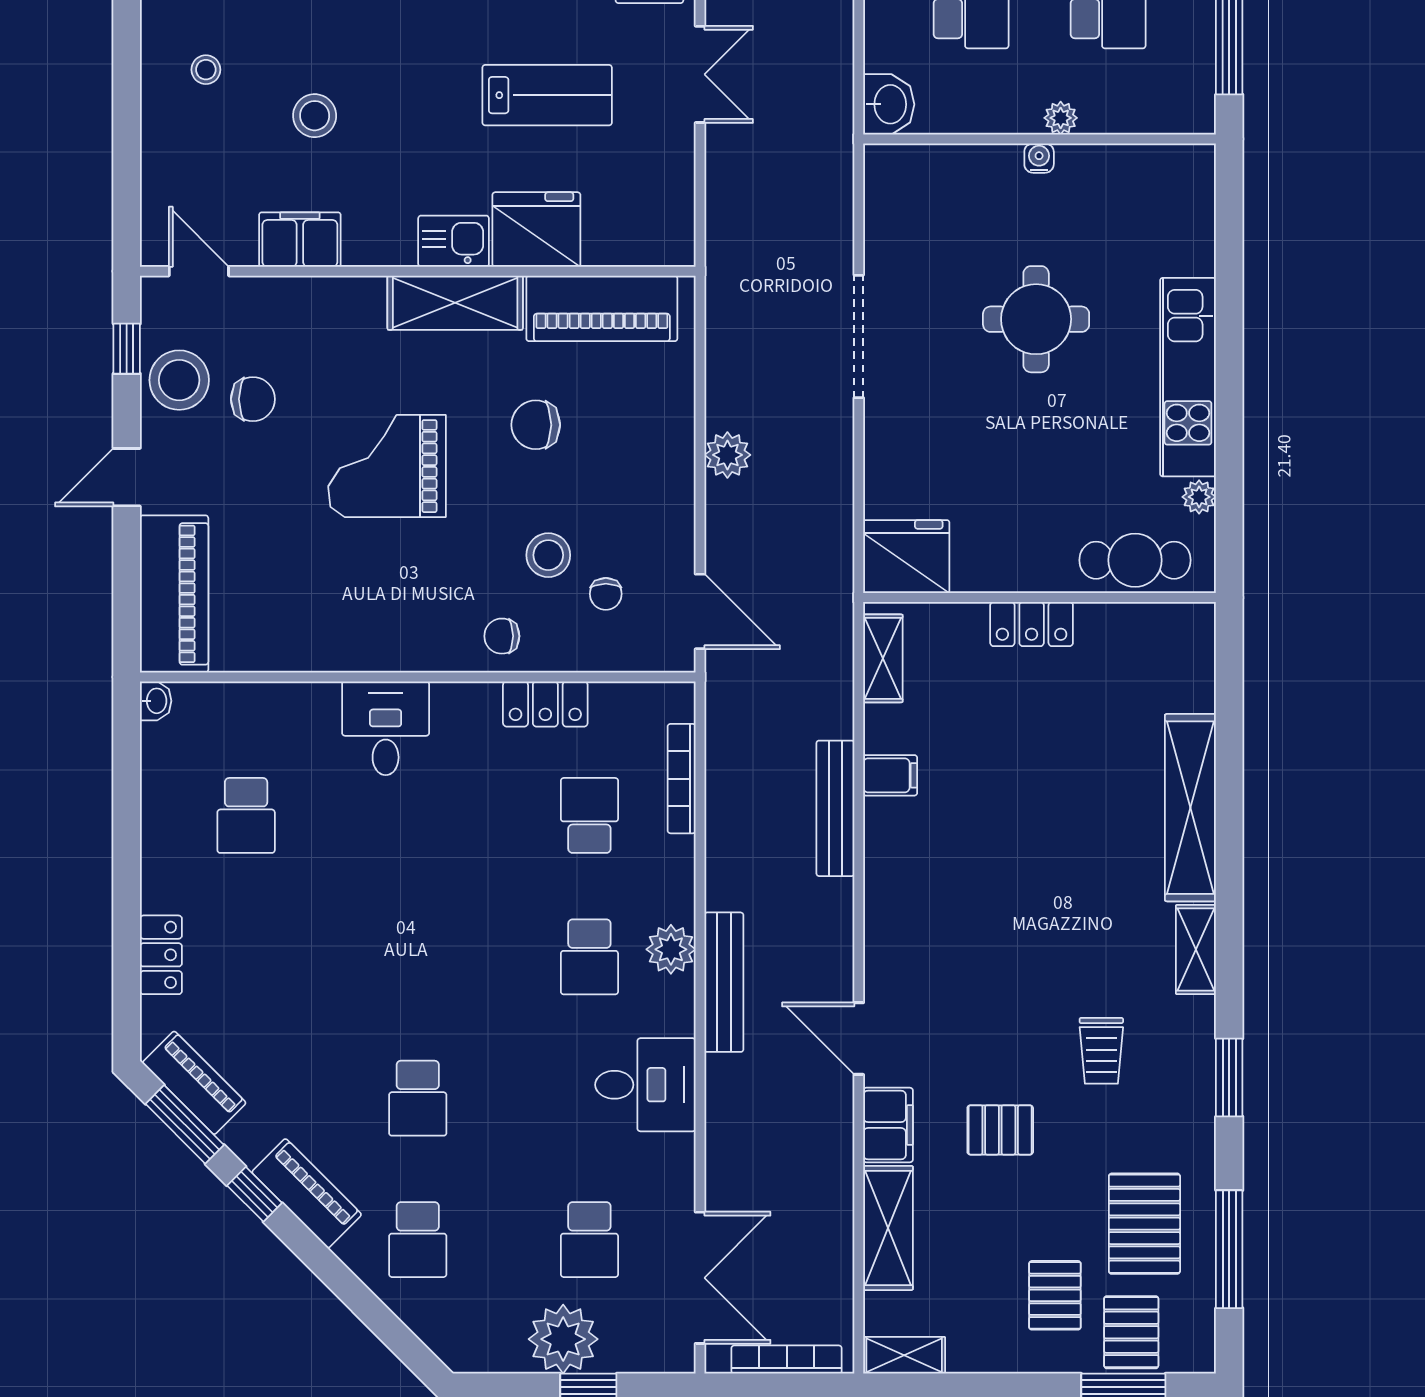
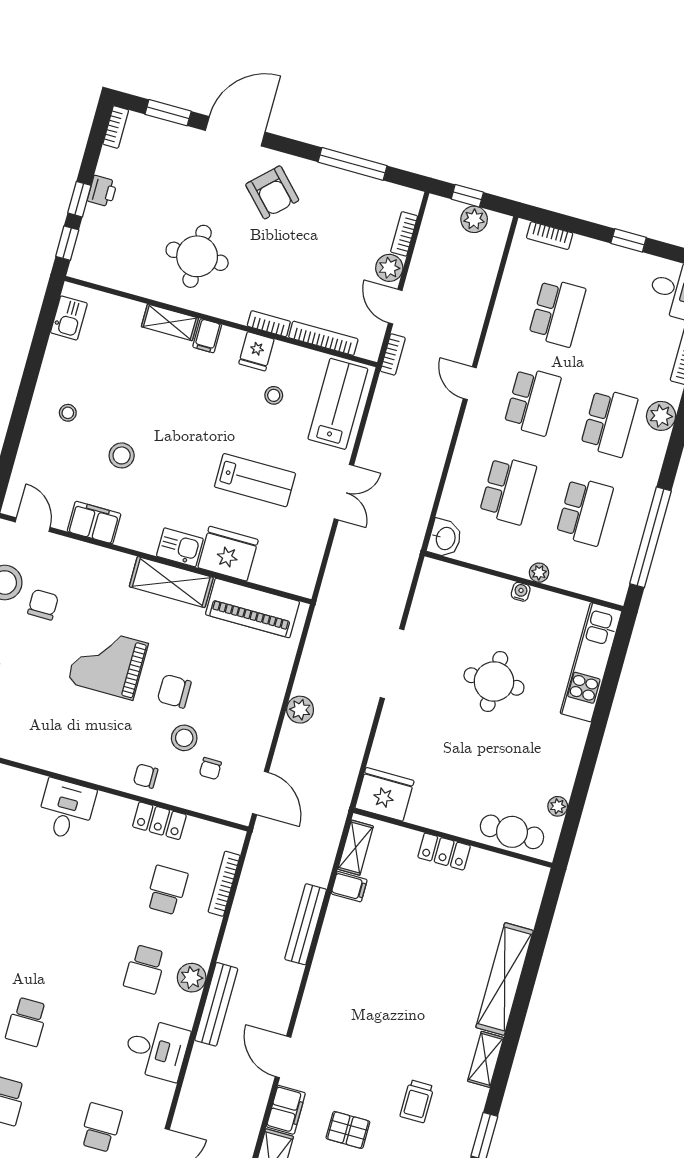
kitchen unit: (1188, 377) -> (591, 662), moved
chair: (253, 399) -> (43, 605), turned -90
chair: (536, 425) -> (174, 691), moved
filing cabinet: (890, 775) -> (349, 887), moved
school desk: (589, 1240) -> (101, 1128), turned 180

